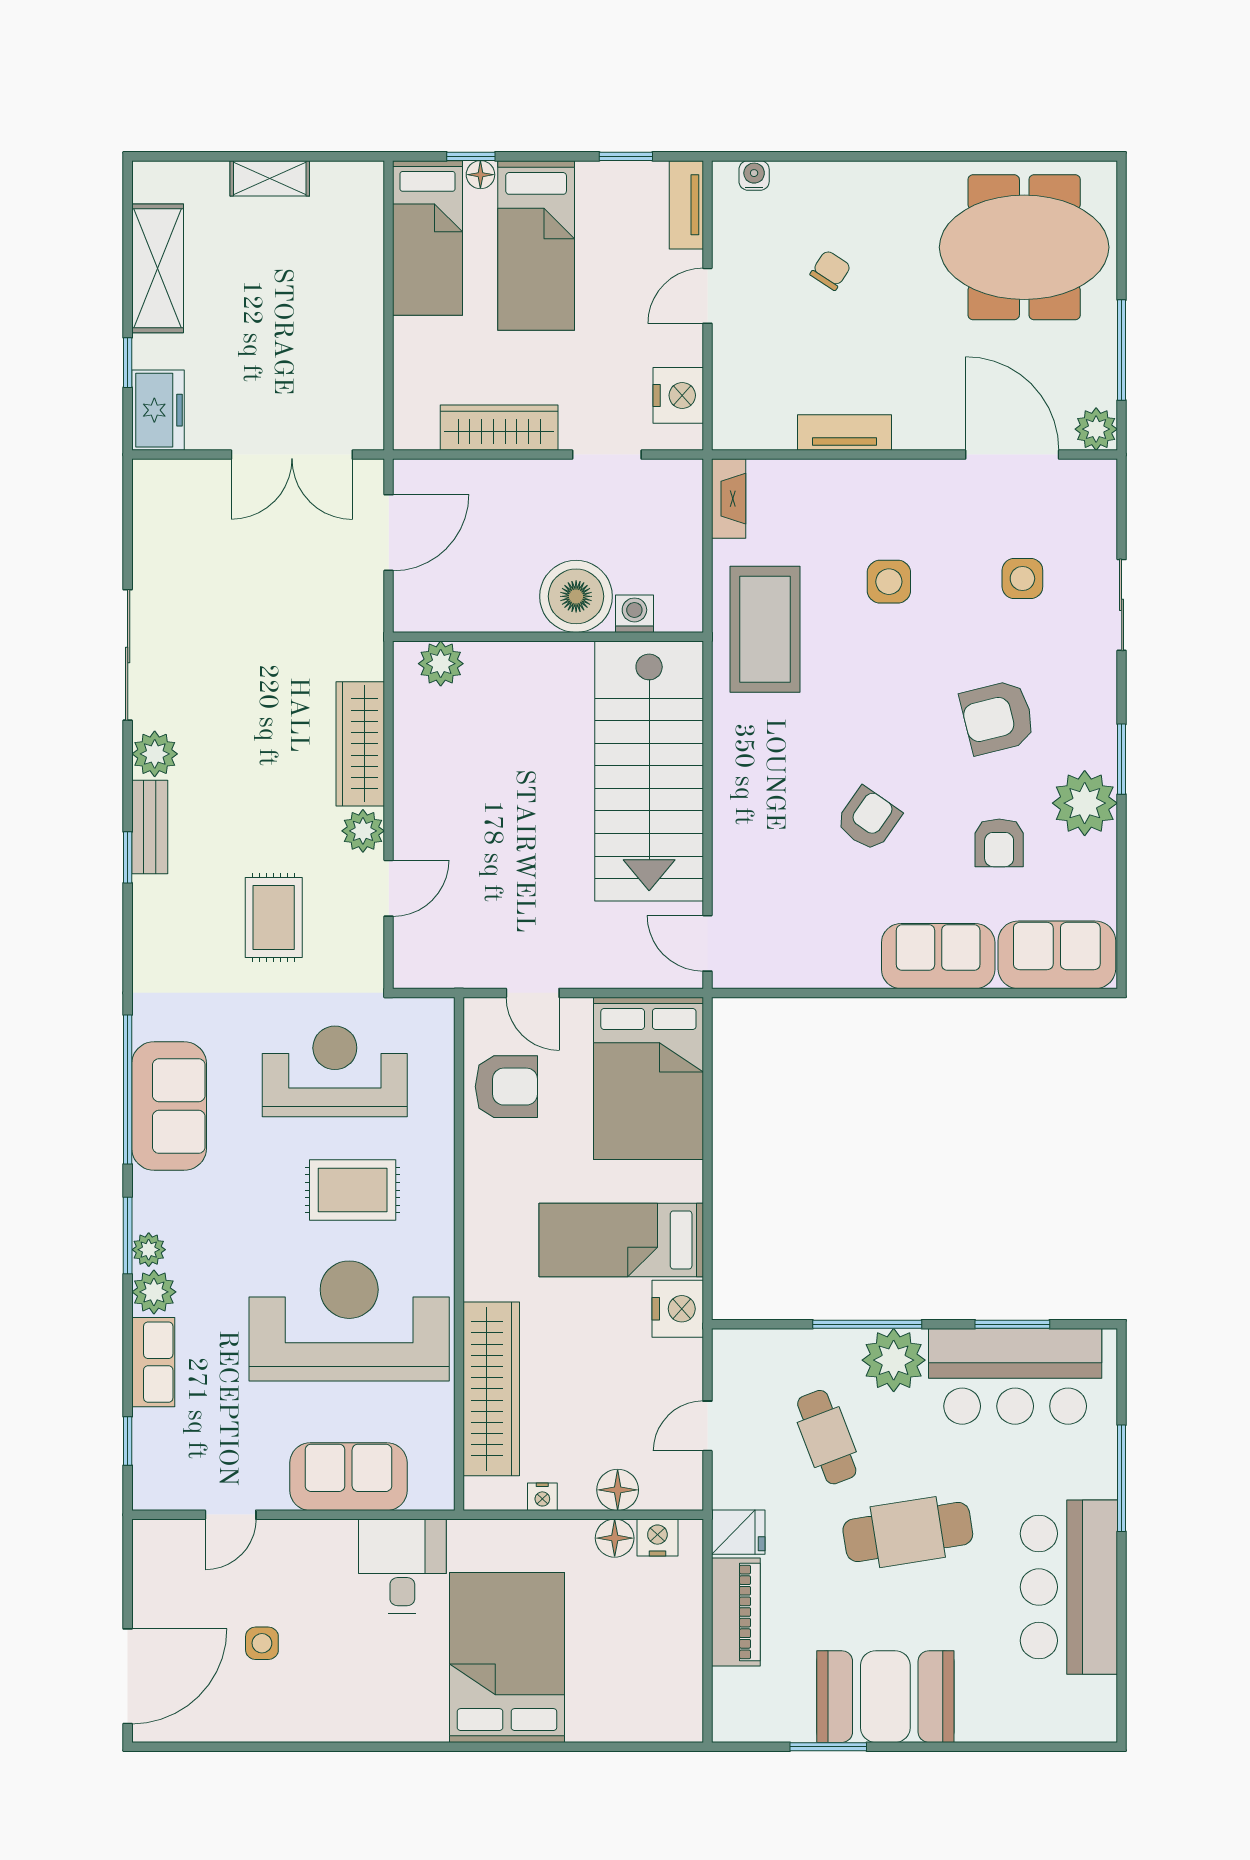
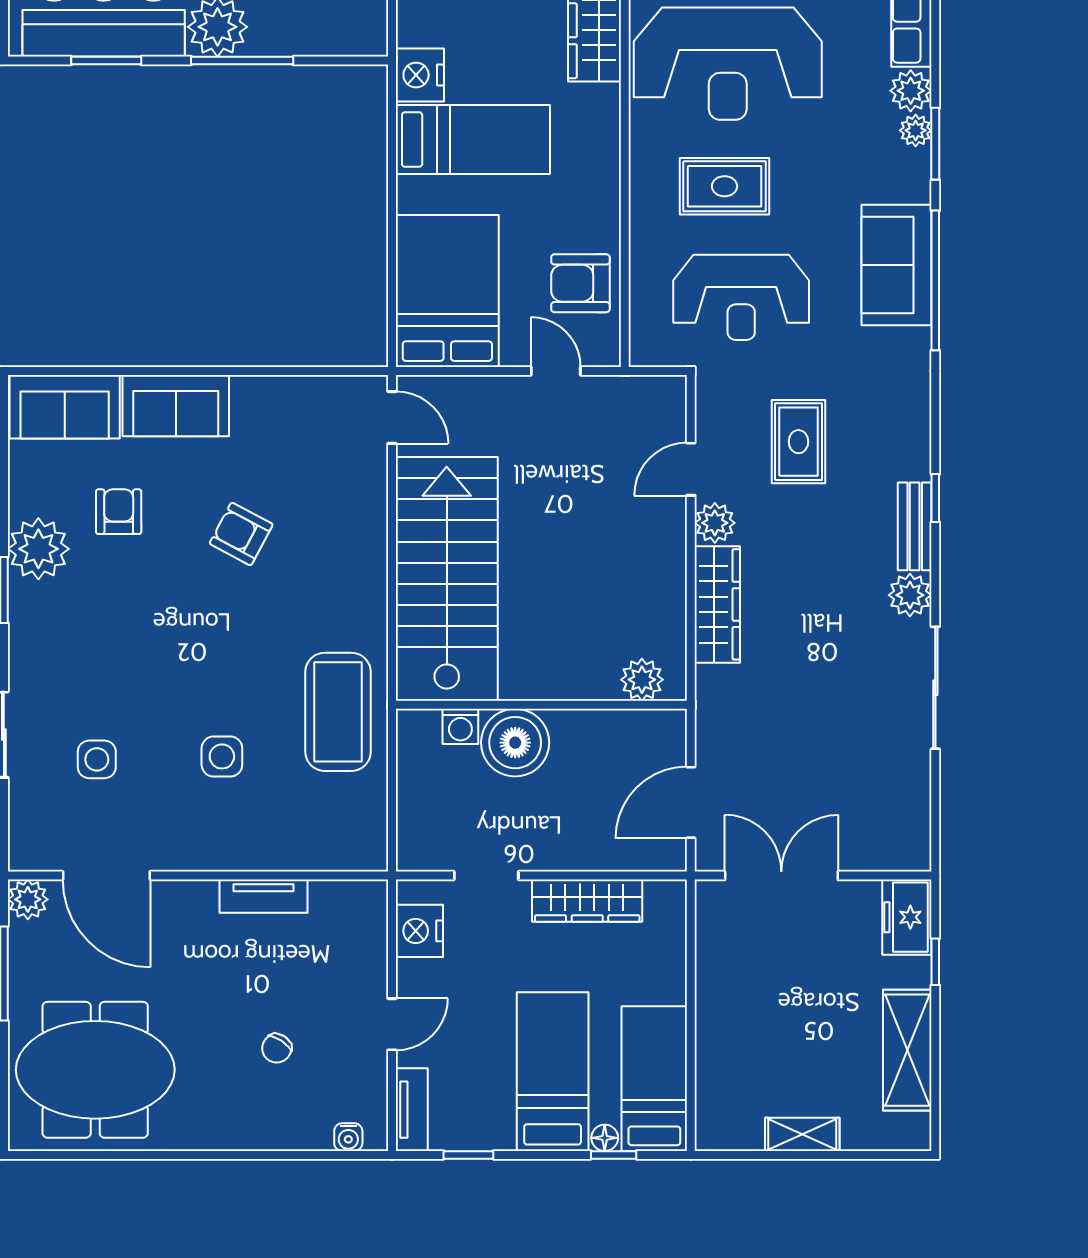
fireplace: (729, 499) -> (372, 834), removed
armchair: (998, 717) -> (120, 629), removed
armchair: (868, 819) -> (241, 534), turned 83

